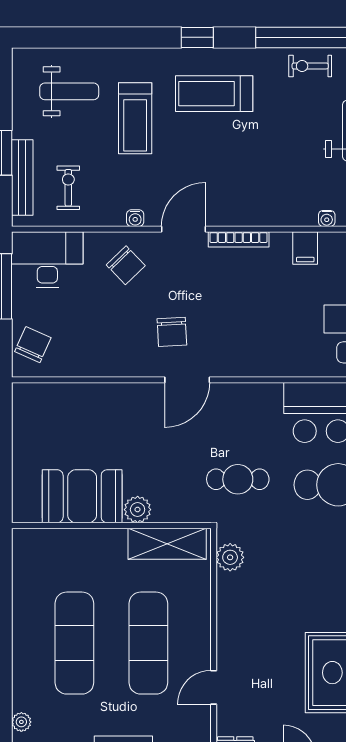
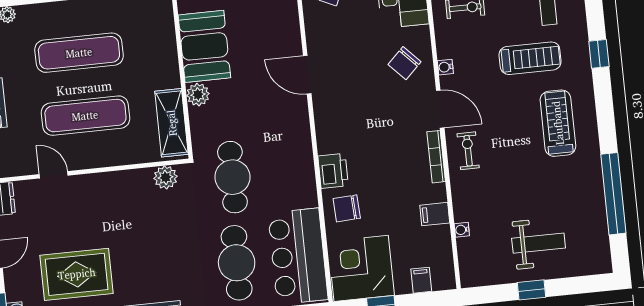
window: (197, 37) -> (599, 54), moved
exercise bike: (310, 66) -> (468, 151), moved
treadmill: (135, 118) -> (530, 58), turned 180
chair: (172, 332) -> (347, 208), moved
printer: (243, 361) -> (333, 171), added
door: (187, 380) -> (307, 75), moved
cafe table: (238, 479) -> (232, 177), width x1.37, depth x1.35

